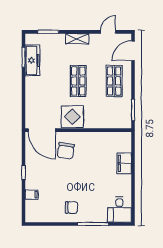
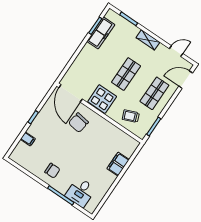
trolley: (107, 115) -> (131, 116), added
desk: (119, 210) -> (80, 192), moved

